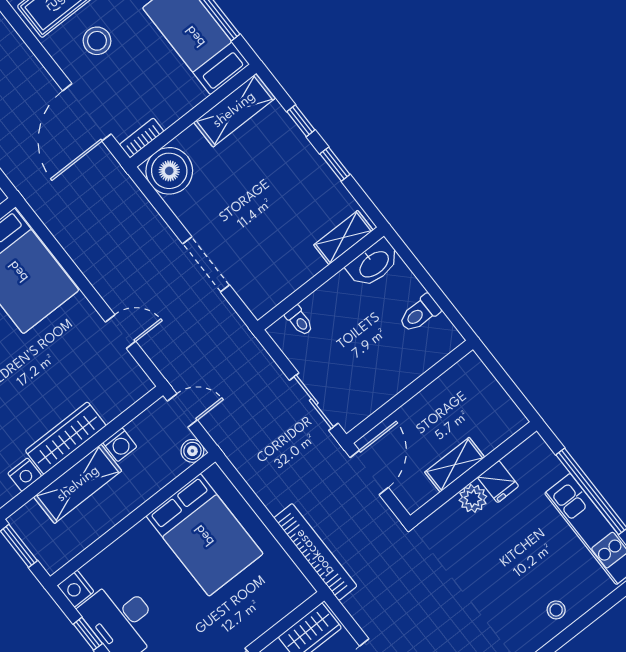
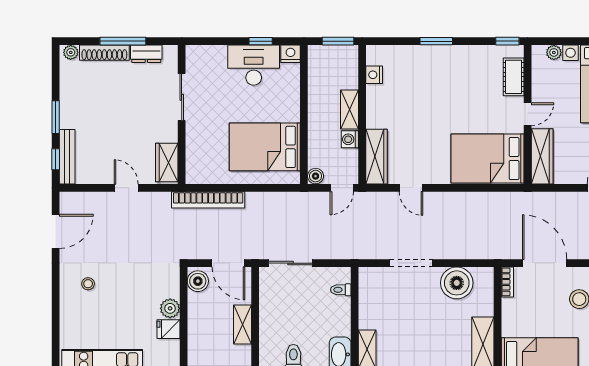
boiler: (169, 171) -> (457, 283), moved
door: (121, 332) -> (411, 188), hinge flipped
wardrobe: (66, 438) -> (377, 157), moved
shelving: (455, 465) -> (242, 325), moved
shelving: (78, 484) -> (350, 109), width x0.67, depth x0.75
boiler: (417, 491) -> (198, 281), added
stool: (556, 610) -> (88, 284), moved

